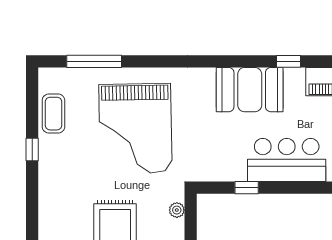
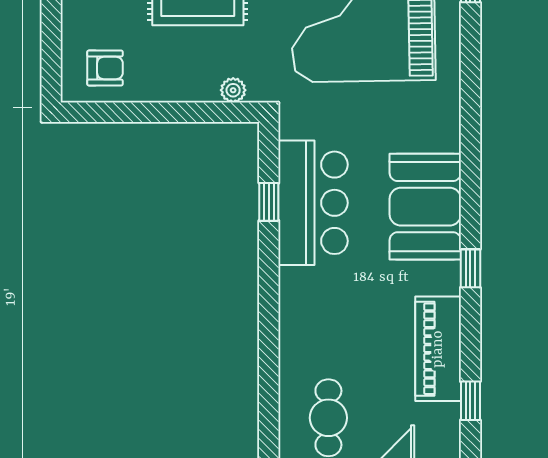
bar counter: (287, 160) -> (313, 203), moved

